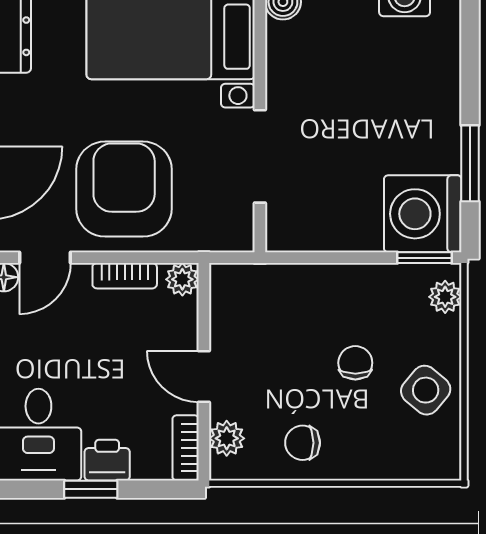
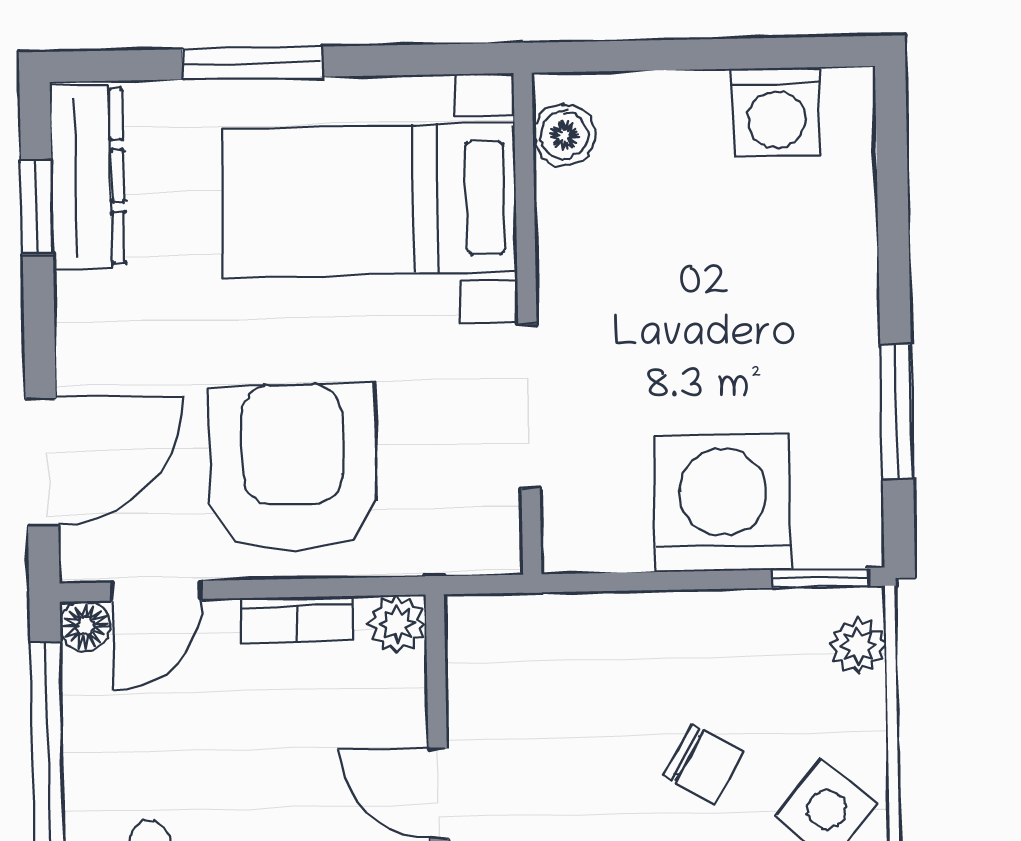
washing machine: (423, 214) -> (723, 503), moved, turned 90
chair: (355, 363) -> (703, 764), turned 121

